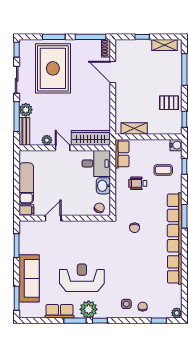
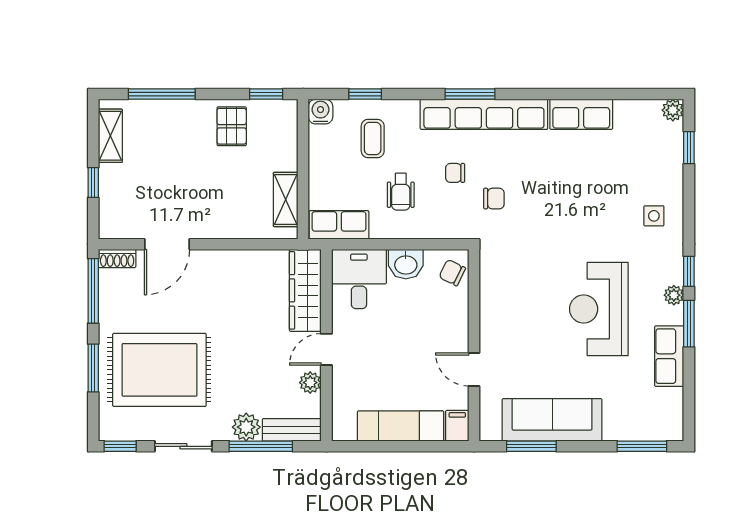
sofa: (29, 278) -> (552, 420), moved
chair: (143, 307) -> (455, 173), moved
plant: (89, 309) -> (674, 295), width x0.53, depth x0.53

